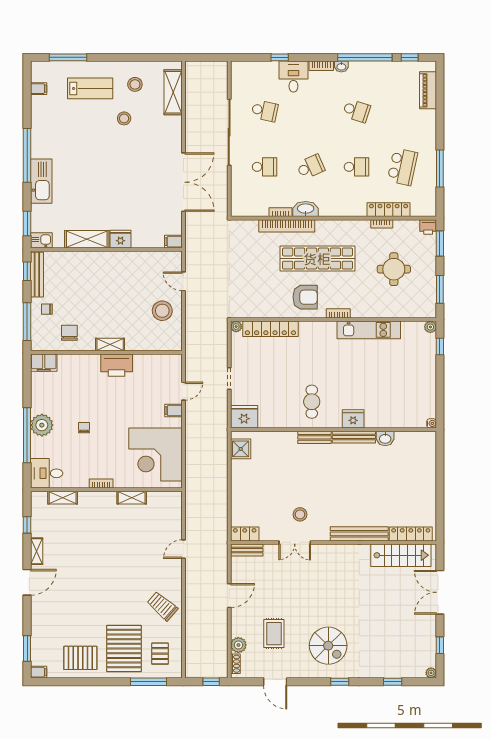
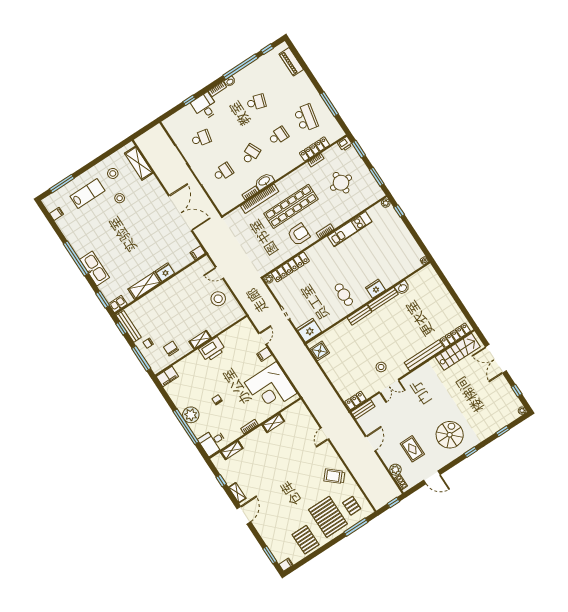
spiral stairs: (328, 646) -> (450, 435), turned -90
pallet: (80, 658) -> (306, 540), turned 90

